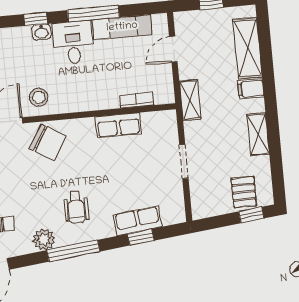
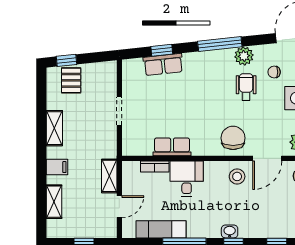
desk: (73, 42) -> (187, 179), moved, turned 180
shelving: (248, 48) -> (54, 202), width x0.67, depth x0.75
shelving: (190, 100) -> (109, 176), moved
chair: (48, 142) -> (233, 138), turned 59
wheelchair: (76, 207) -> (246, 87), moved

